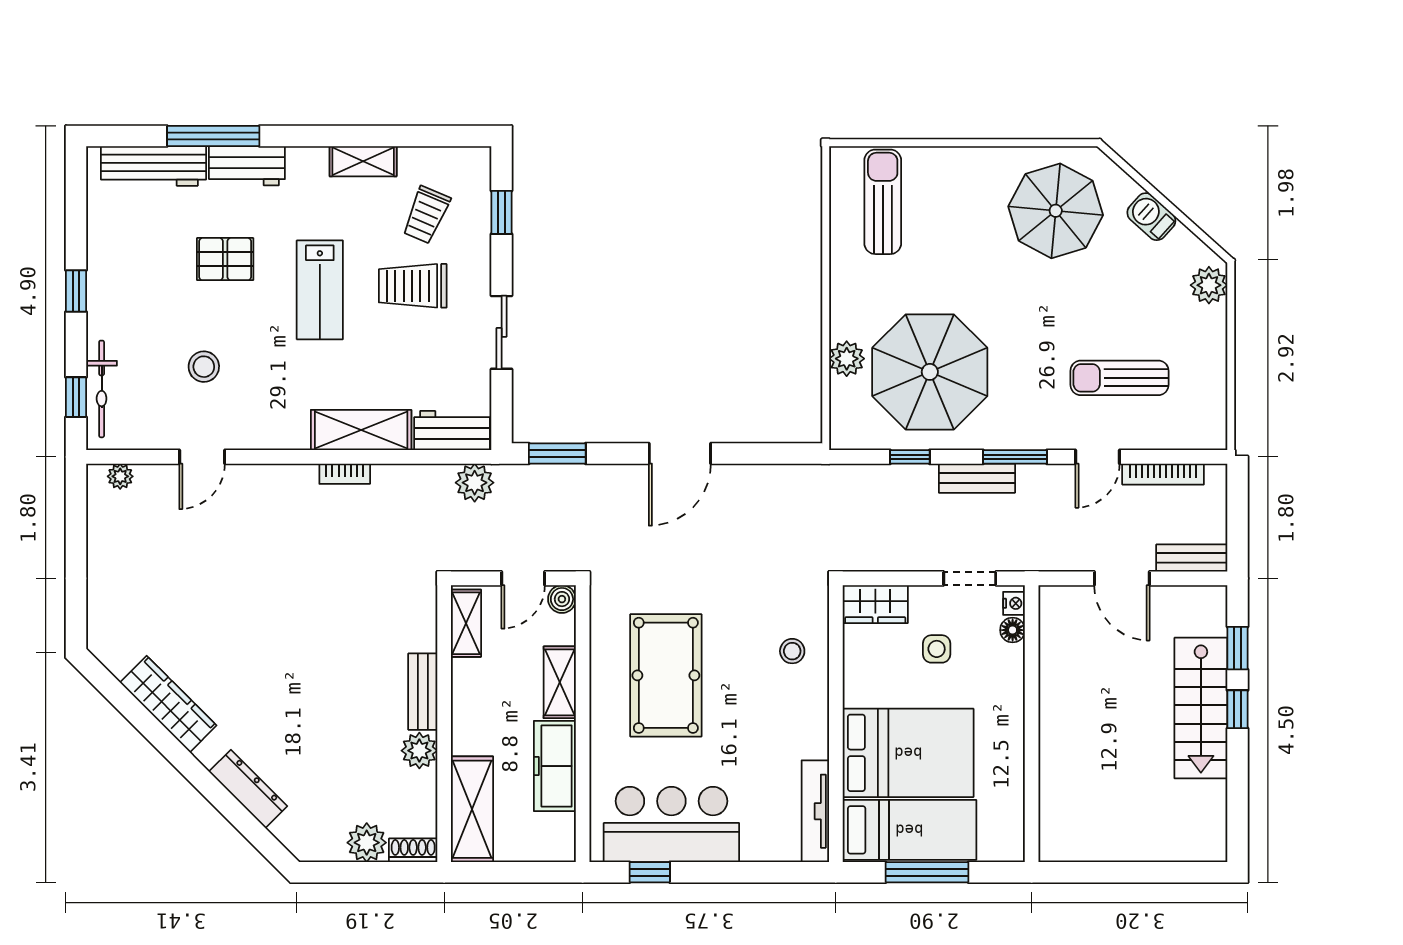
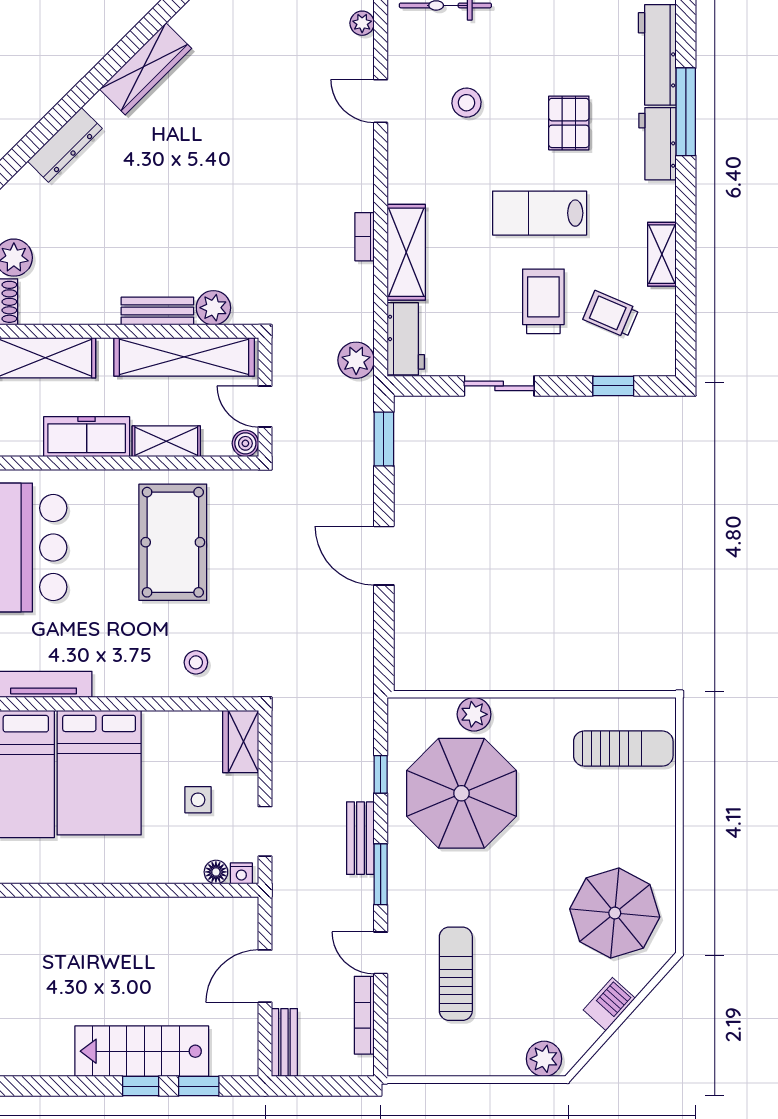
shelving: (466, 623) -> (184, 357), width x2.20, depth x1.33
pool table: (666, 675) -> (173, 542), turned 90
plant: (419, 751) -> (213, 308), moved

